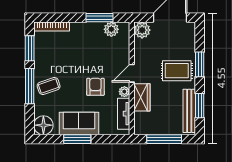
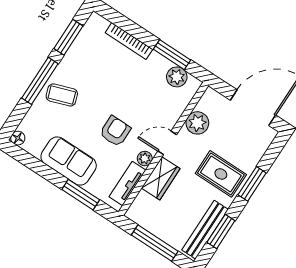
bookcase: (52, 26) -> (129, 41), moved
plant: (142, 30) -> (197, 123), moved
floor lamp: (43, 125) -> (18, 138), width x0.53, depth x0.53
window: (77, 139) -> (81, 195), moved

